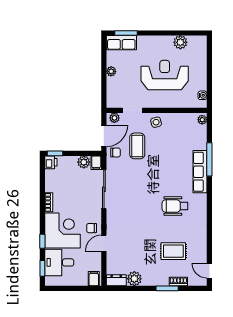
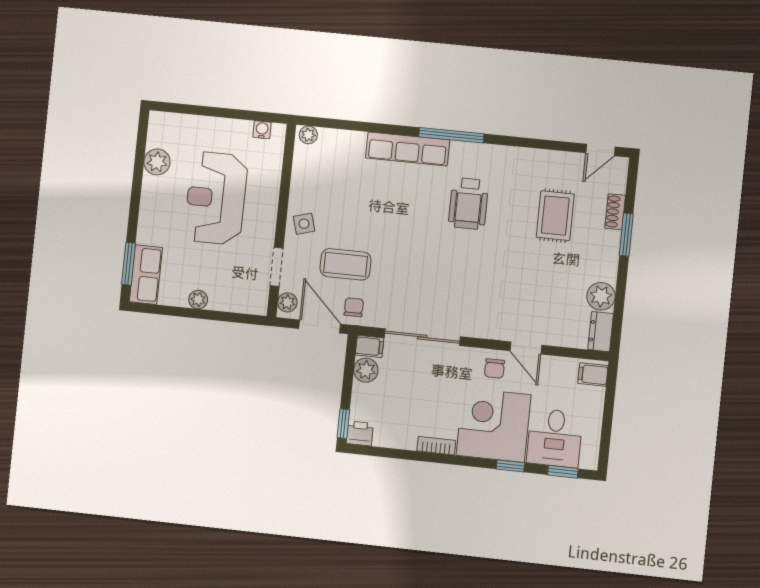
window: (209, 159) -> (451, 135), moved

